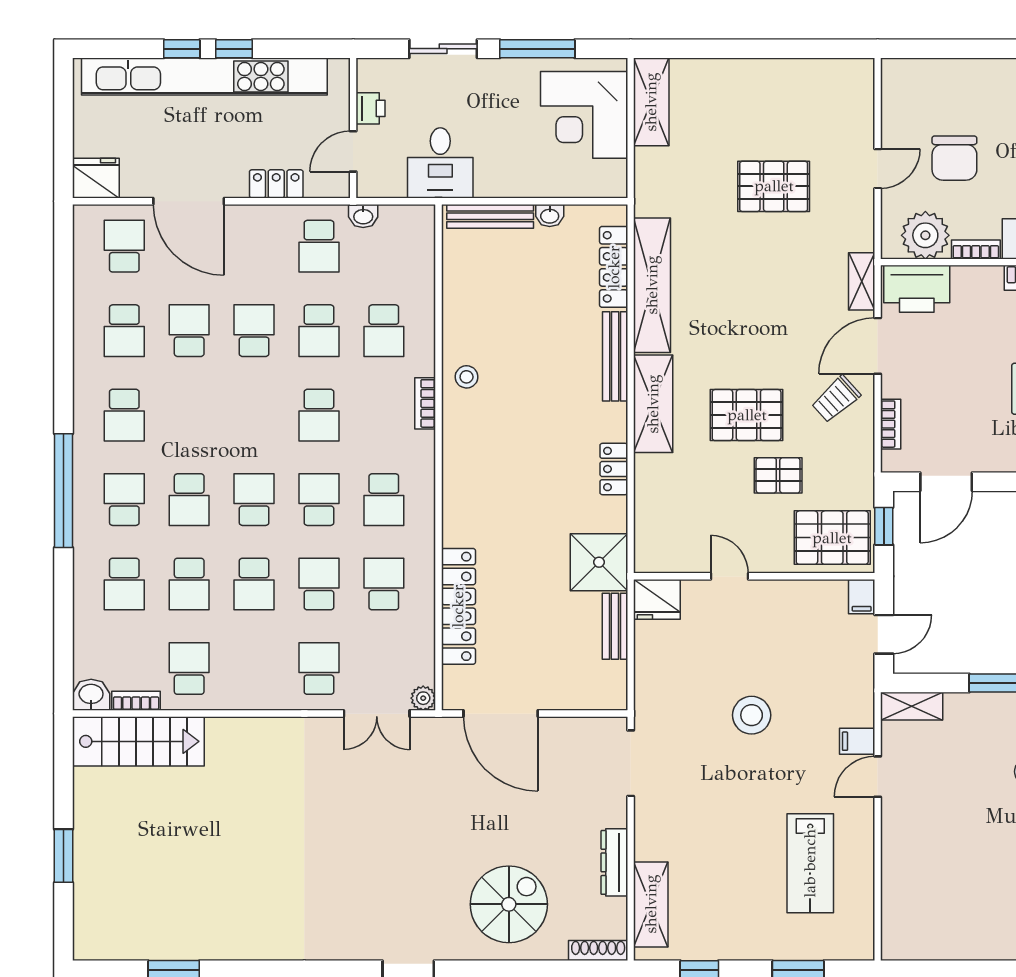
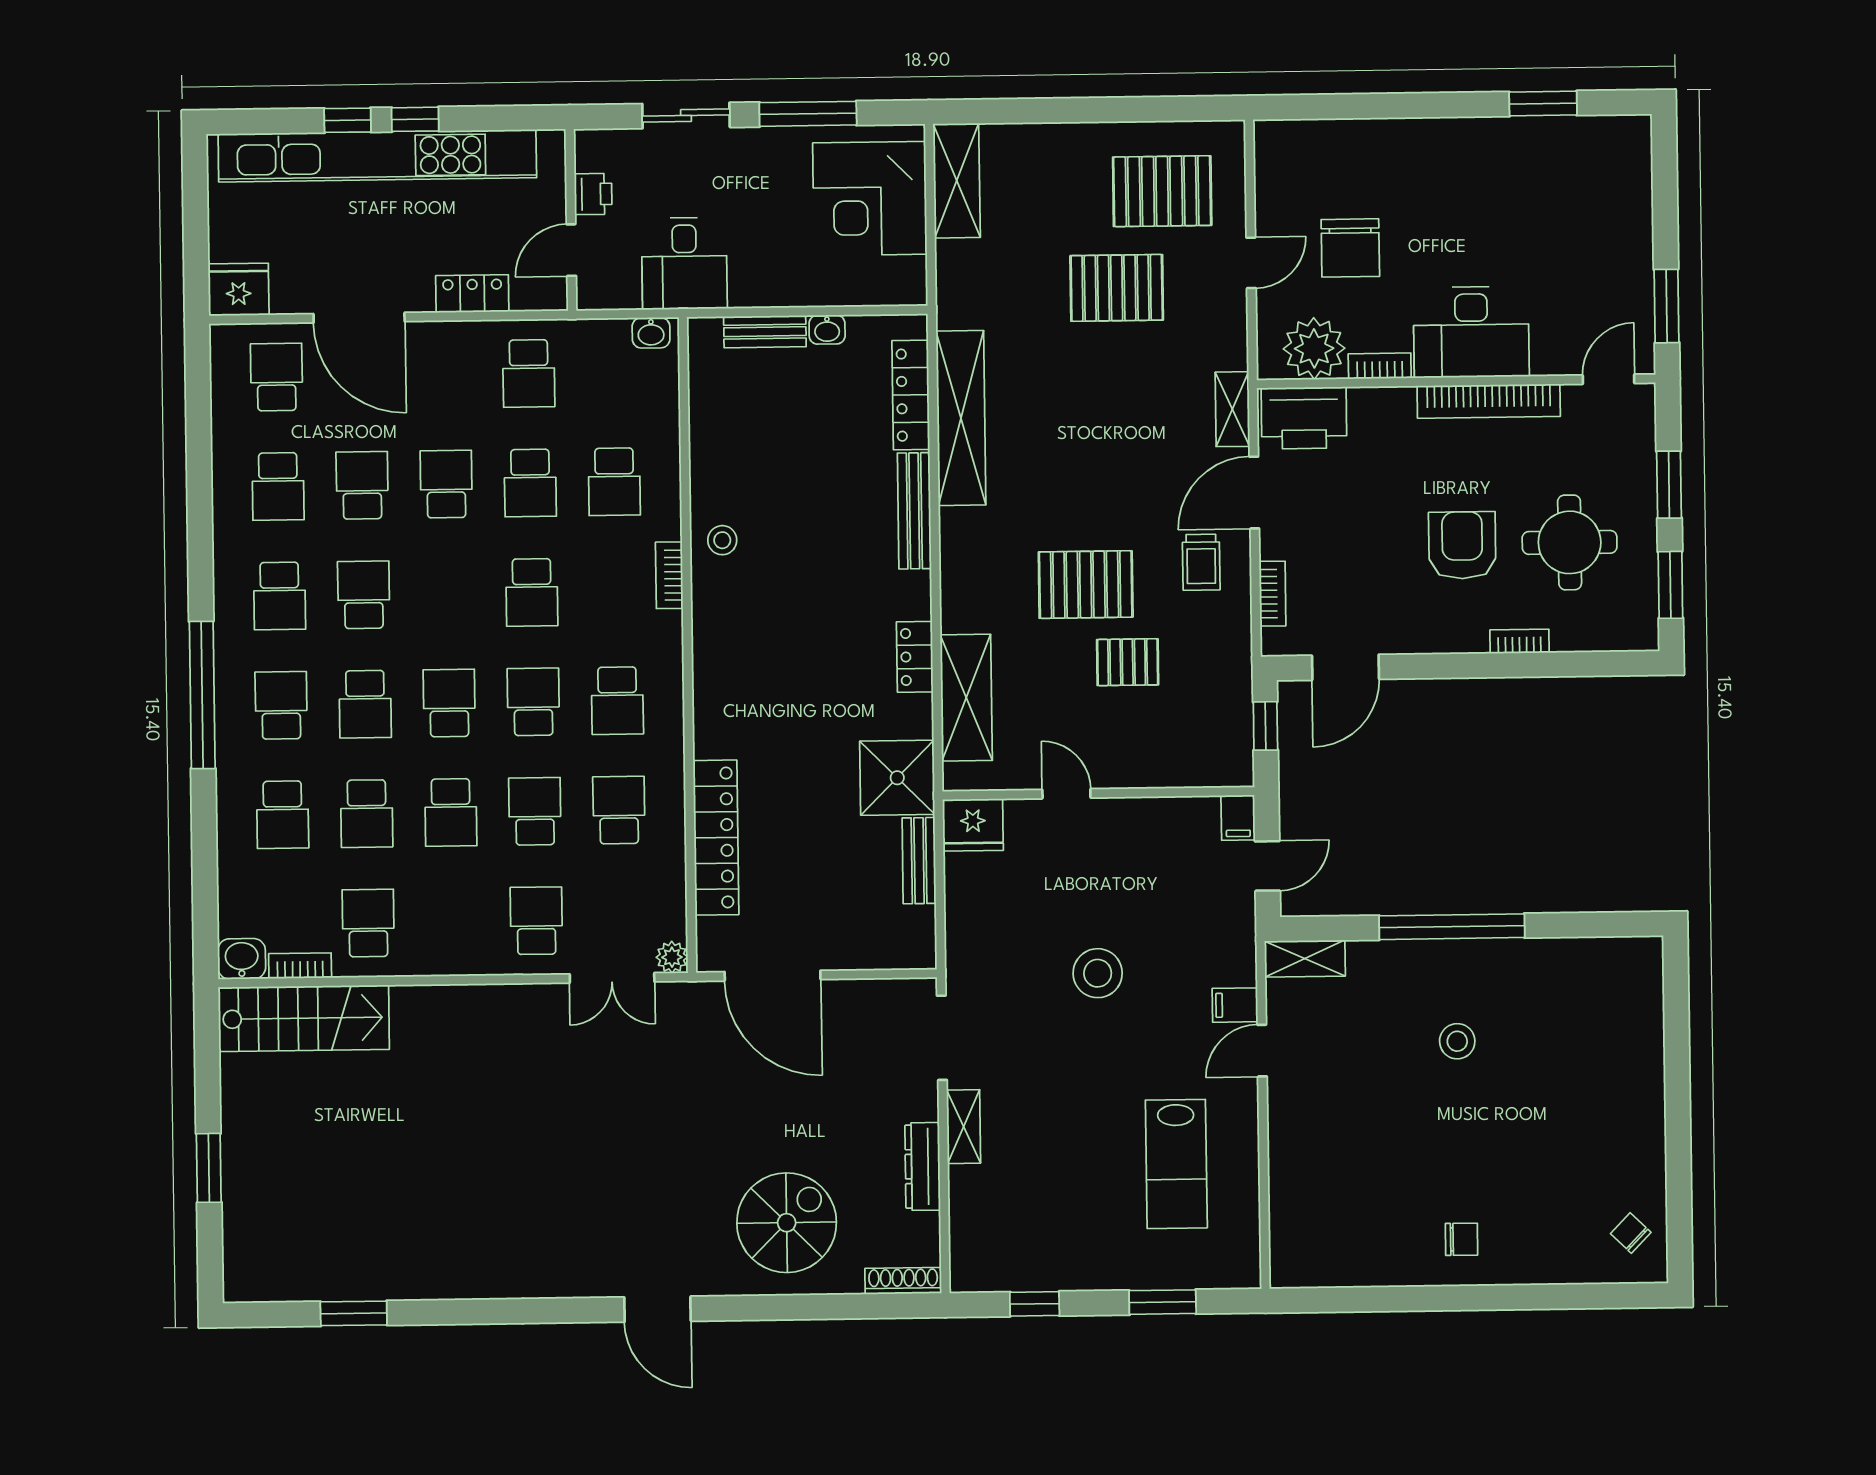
washbasin: (363, 216) -> (651, 333), moved
bench: (490, 216) -> (765, 332), width x0.73
trolley: (836, 399) -> (1201, 562), turned -48
shelving: (653, 404) -> (966, 698), moved
school desk: (189, 415) -> (364, 595), added
pallet: (832, 538) -> (1162, 191), moved
shelving: (651, 904) -> (964, 1127), moved, width x0.67, depth x0.75

